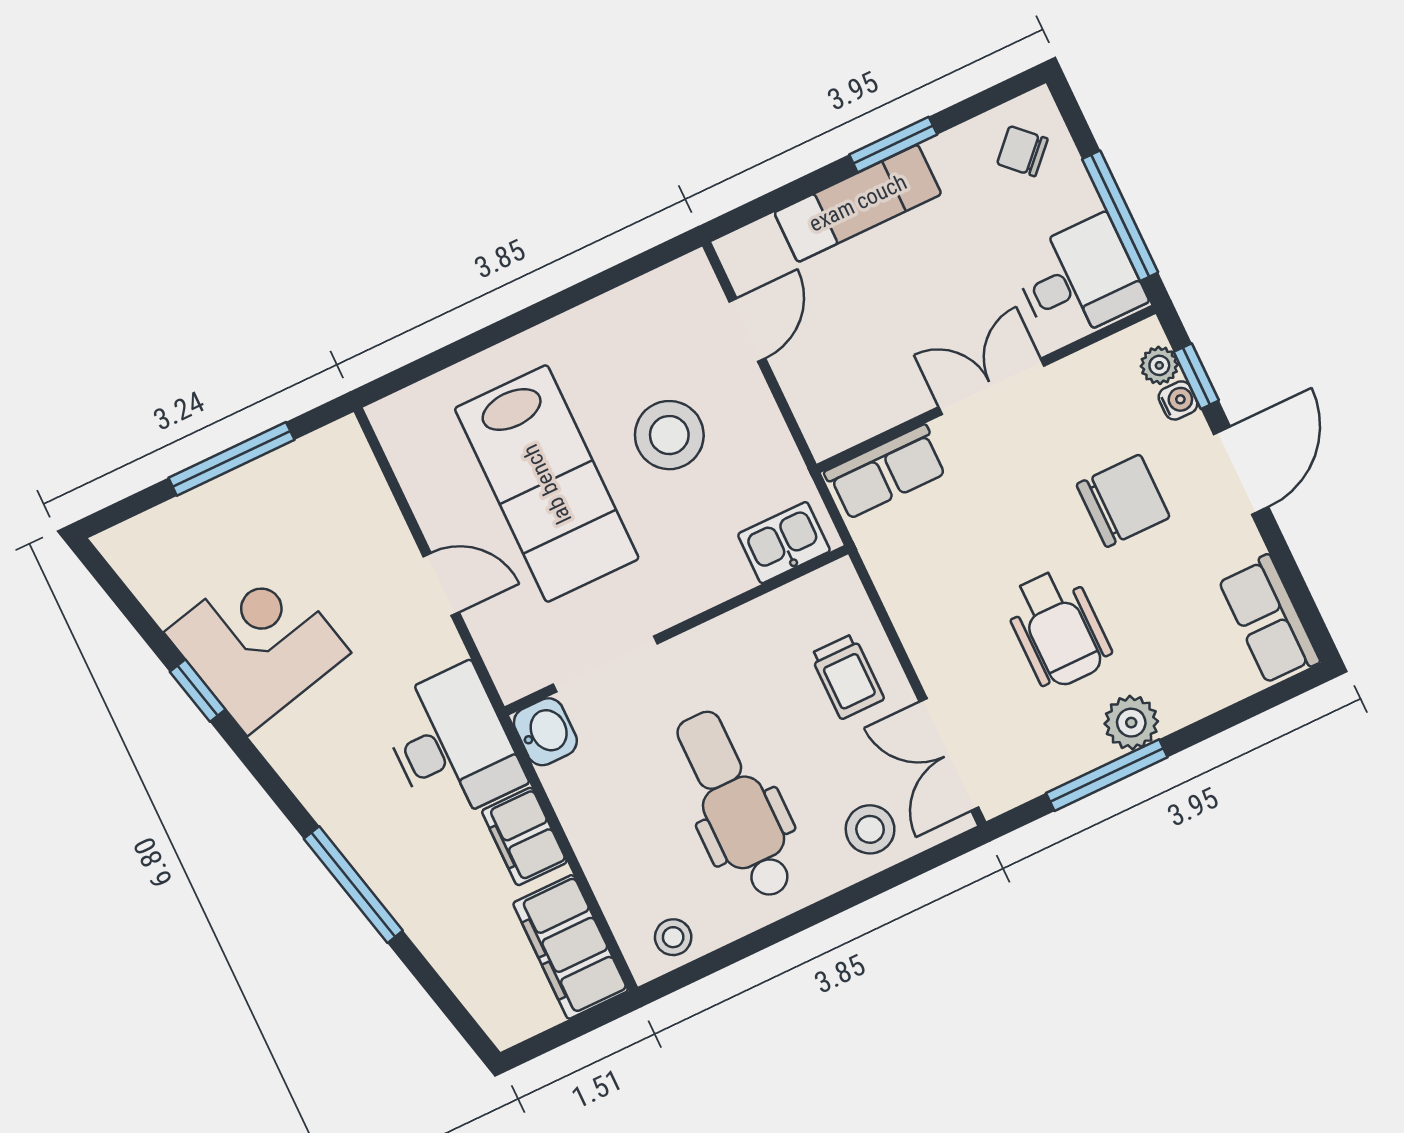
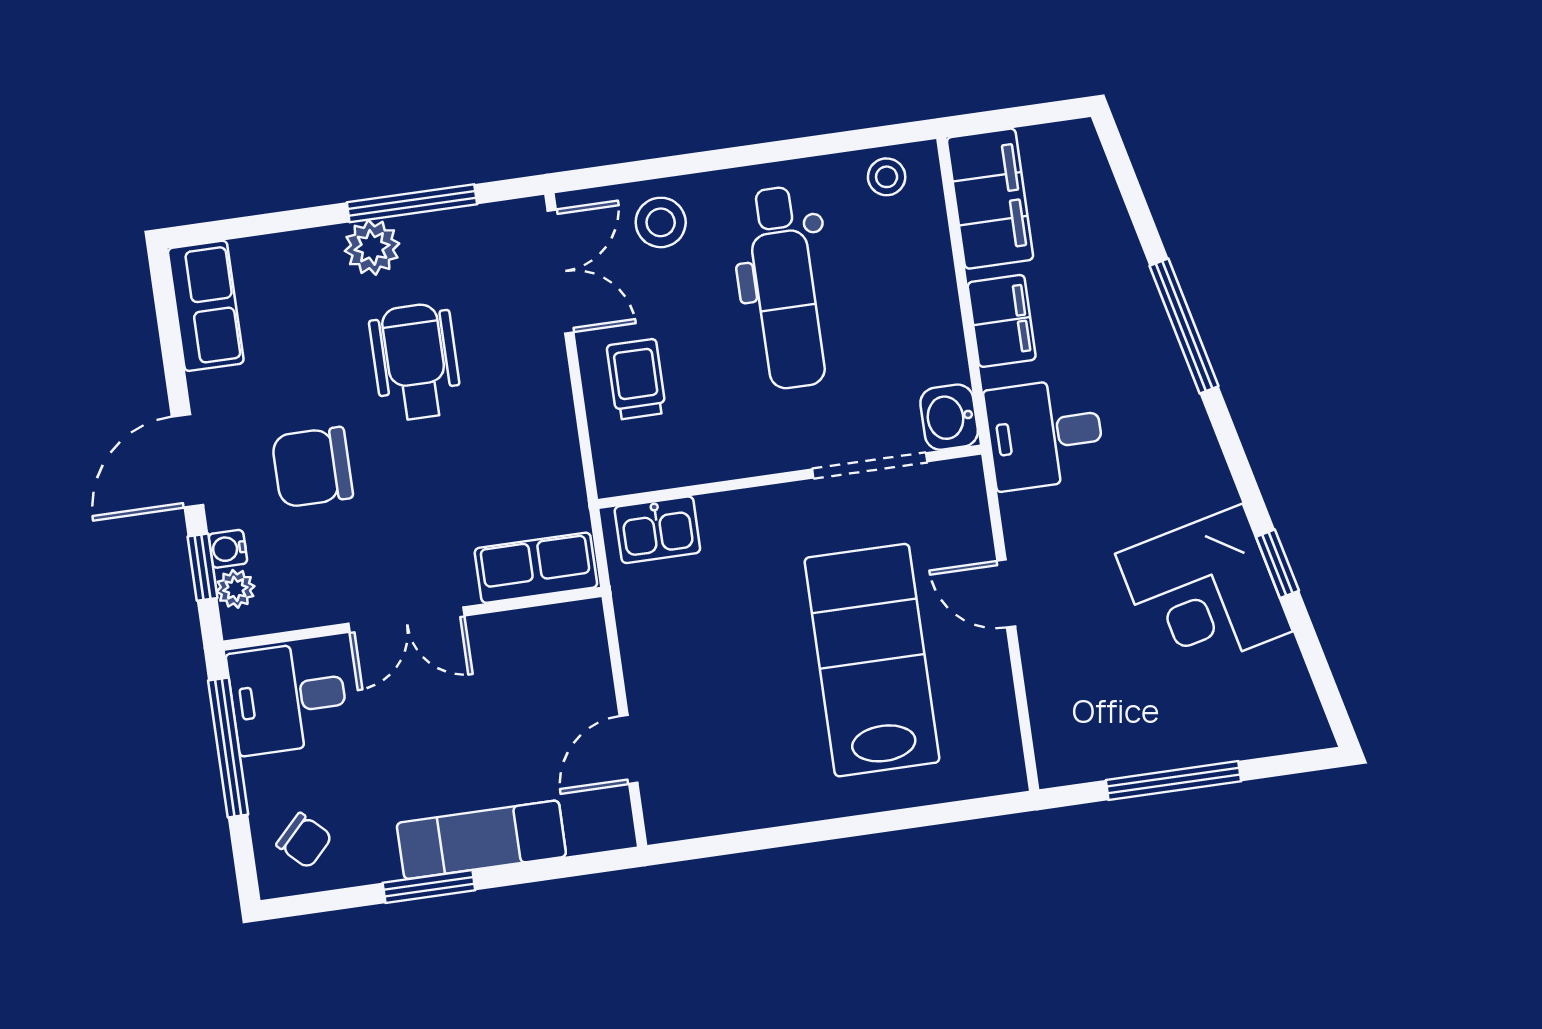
stool: (669, 435) -> (737, 670), removed
desk: (451, 744) -> (1045, 434), width x0.73

